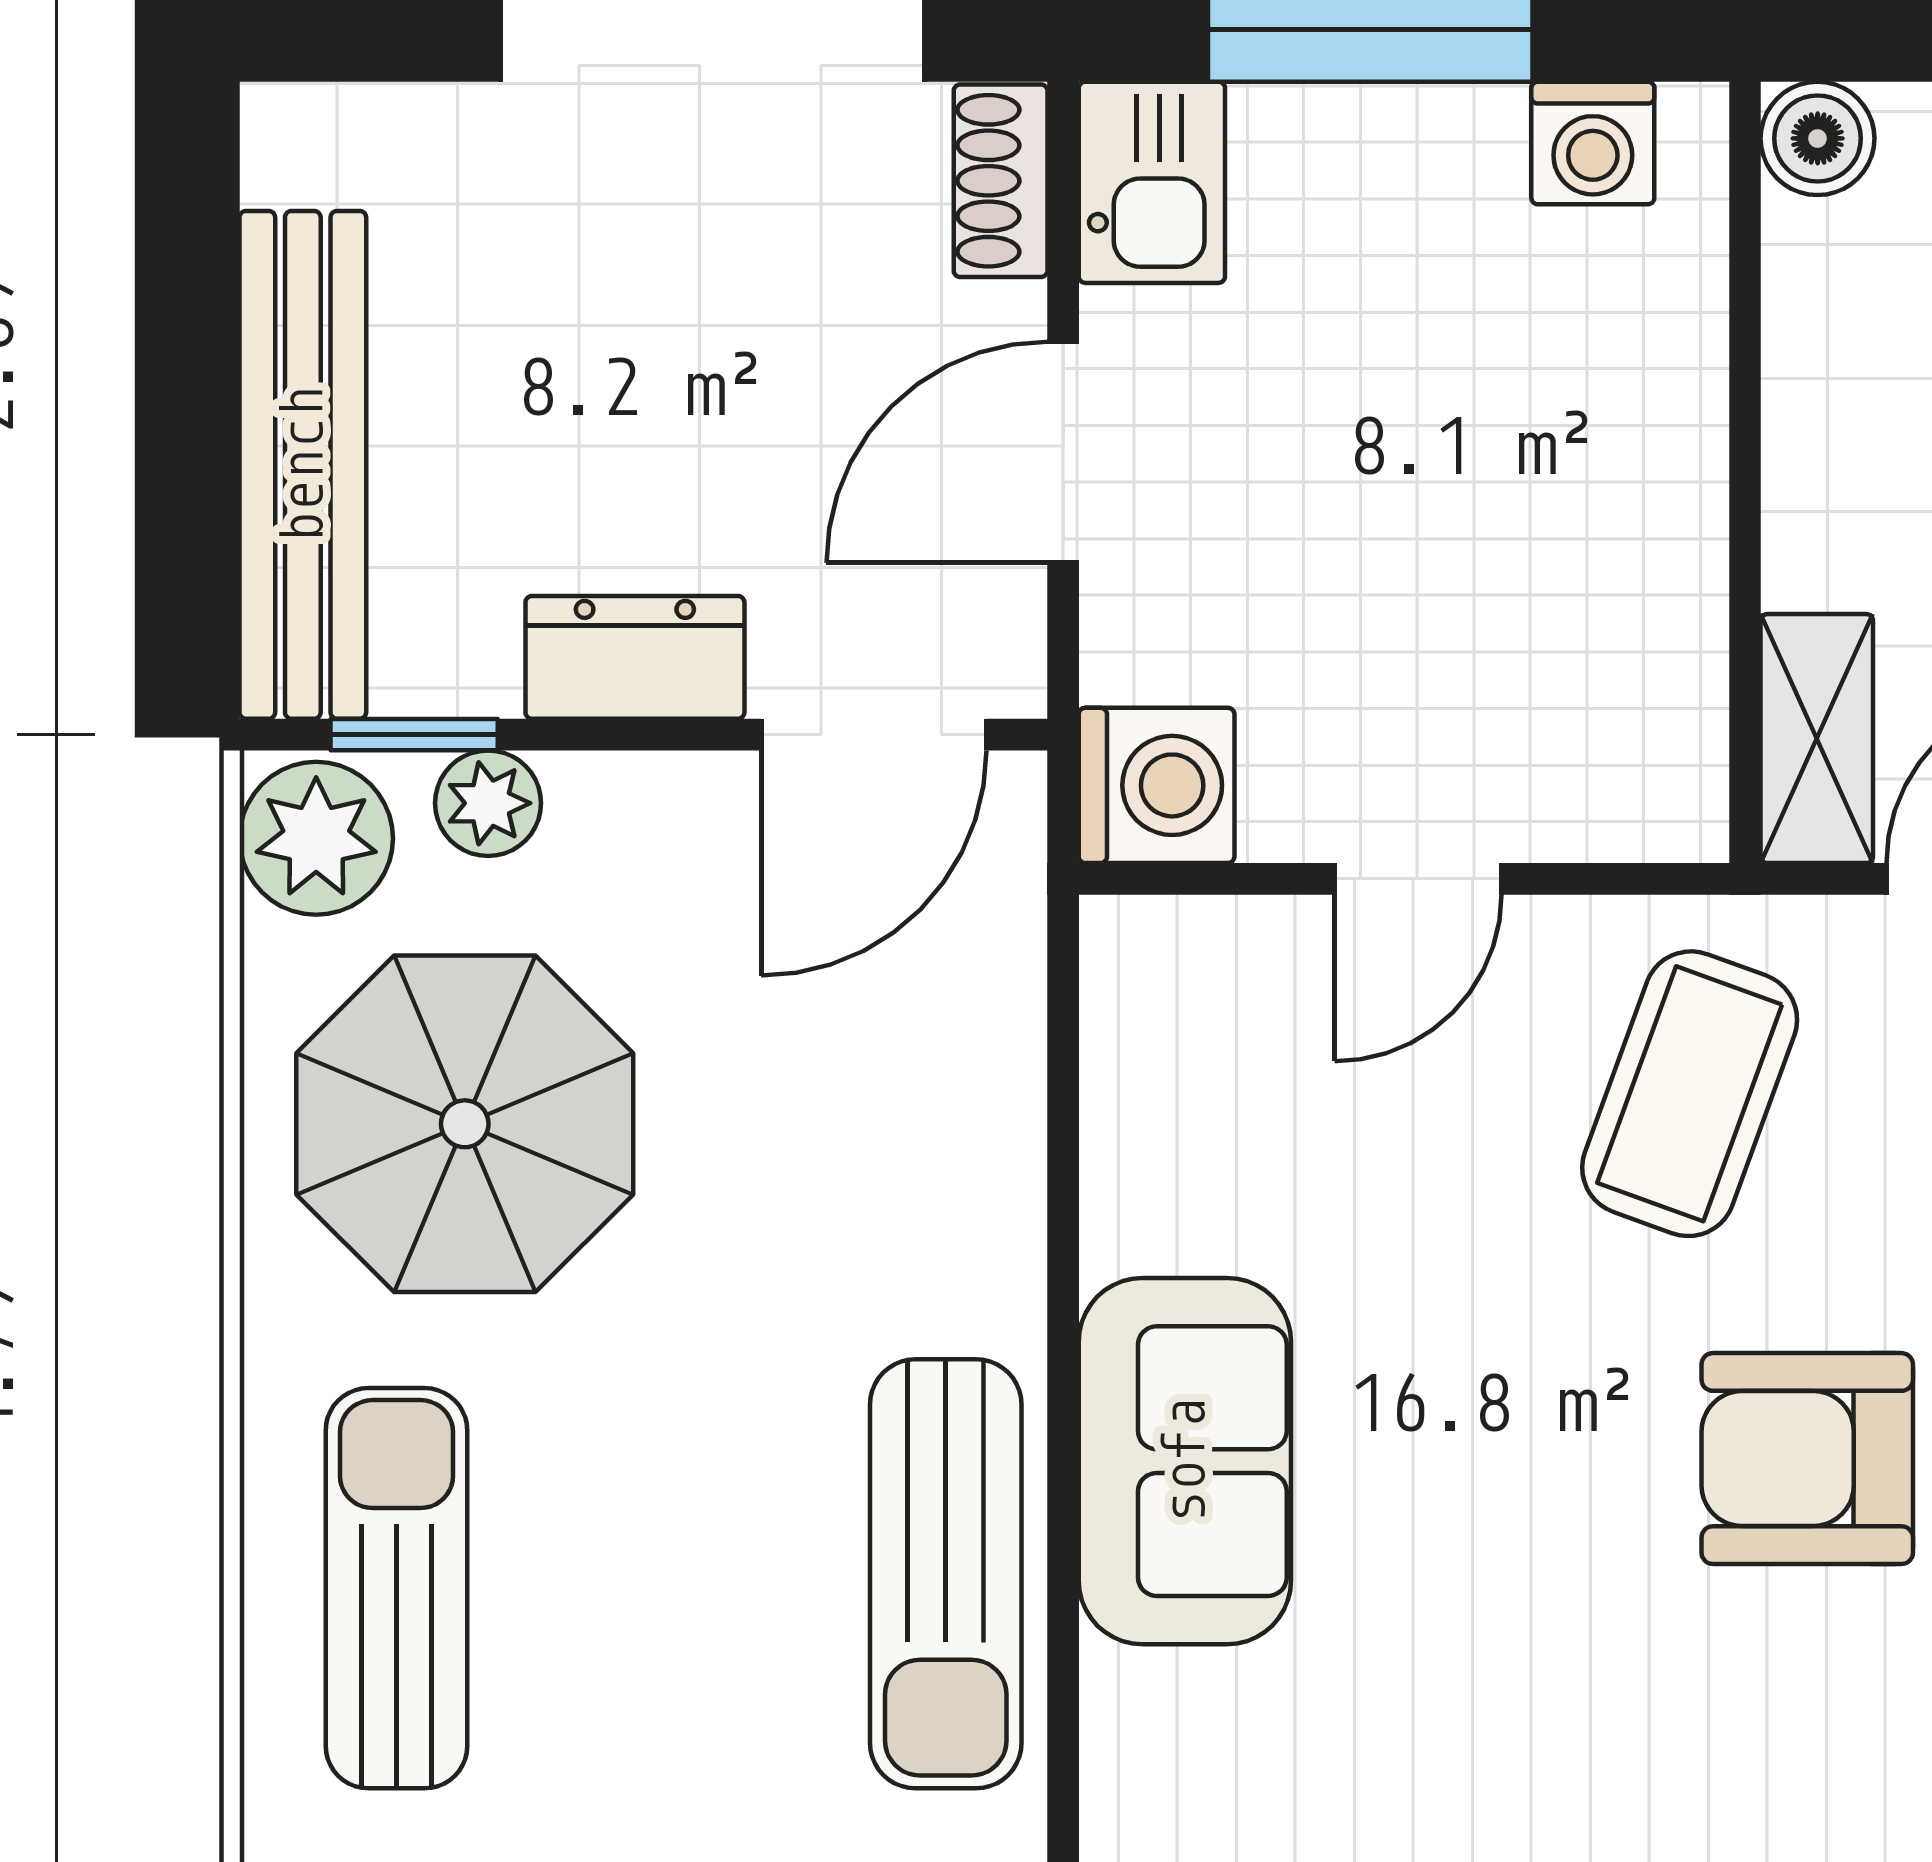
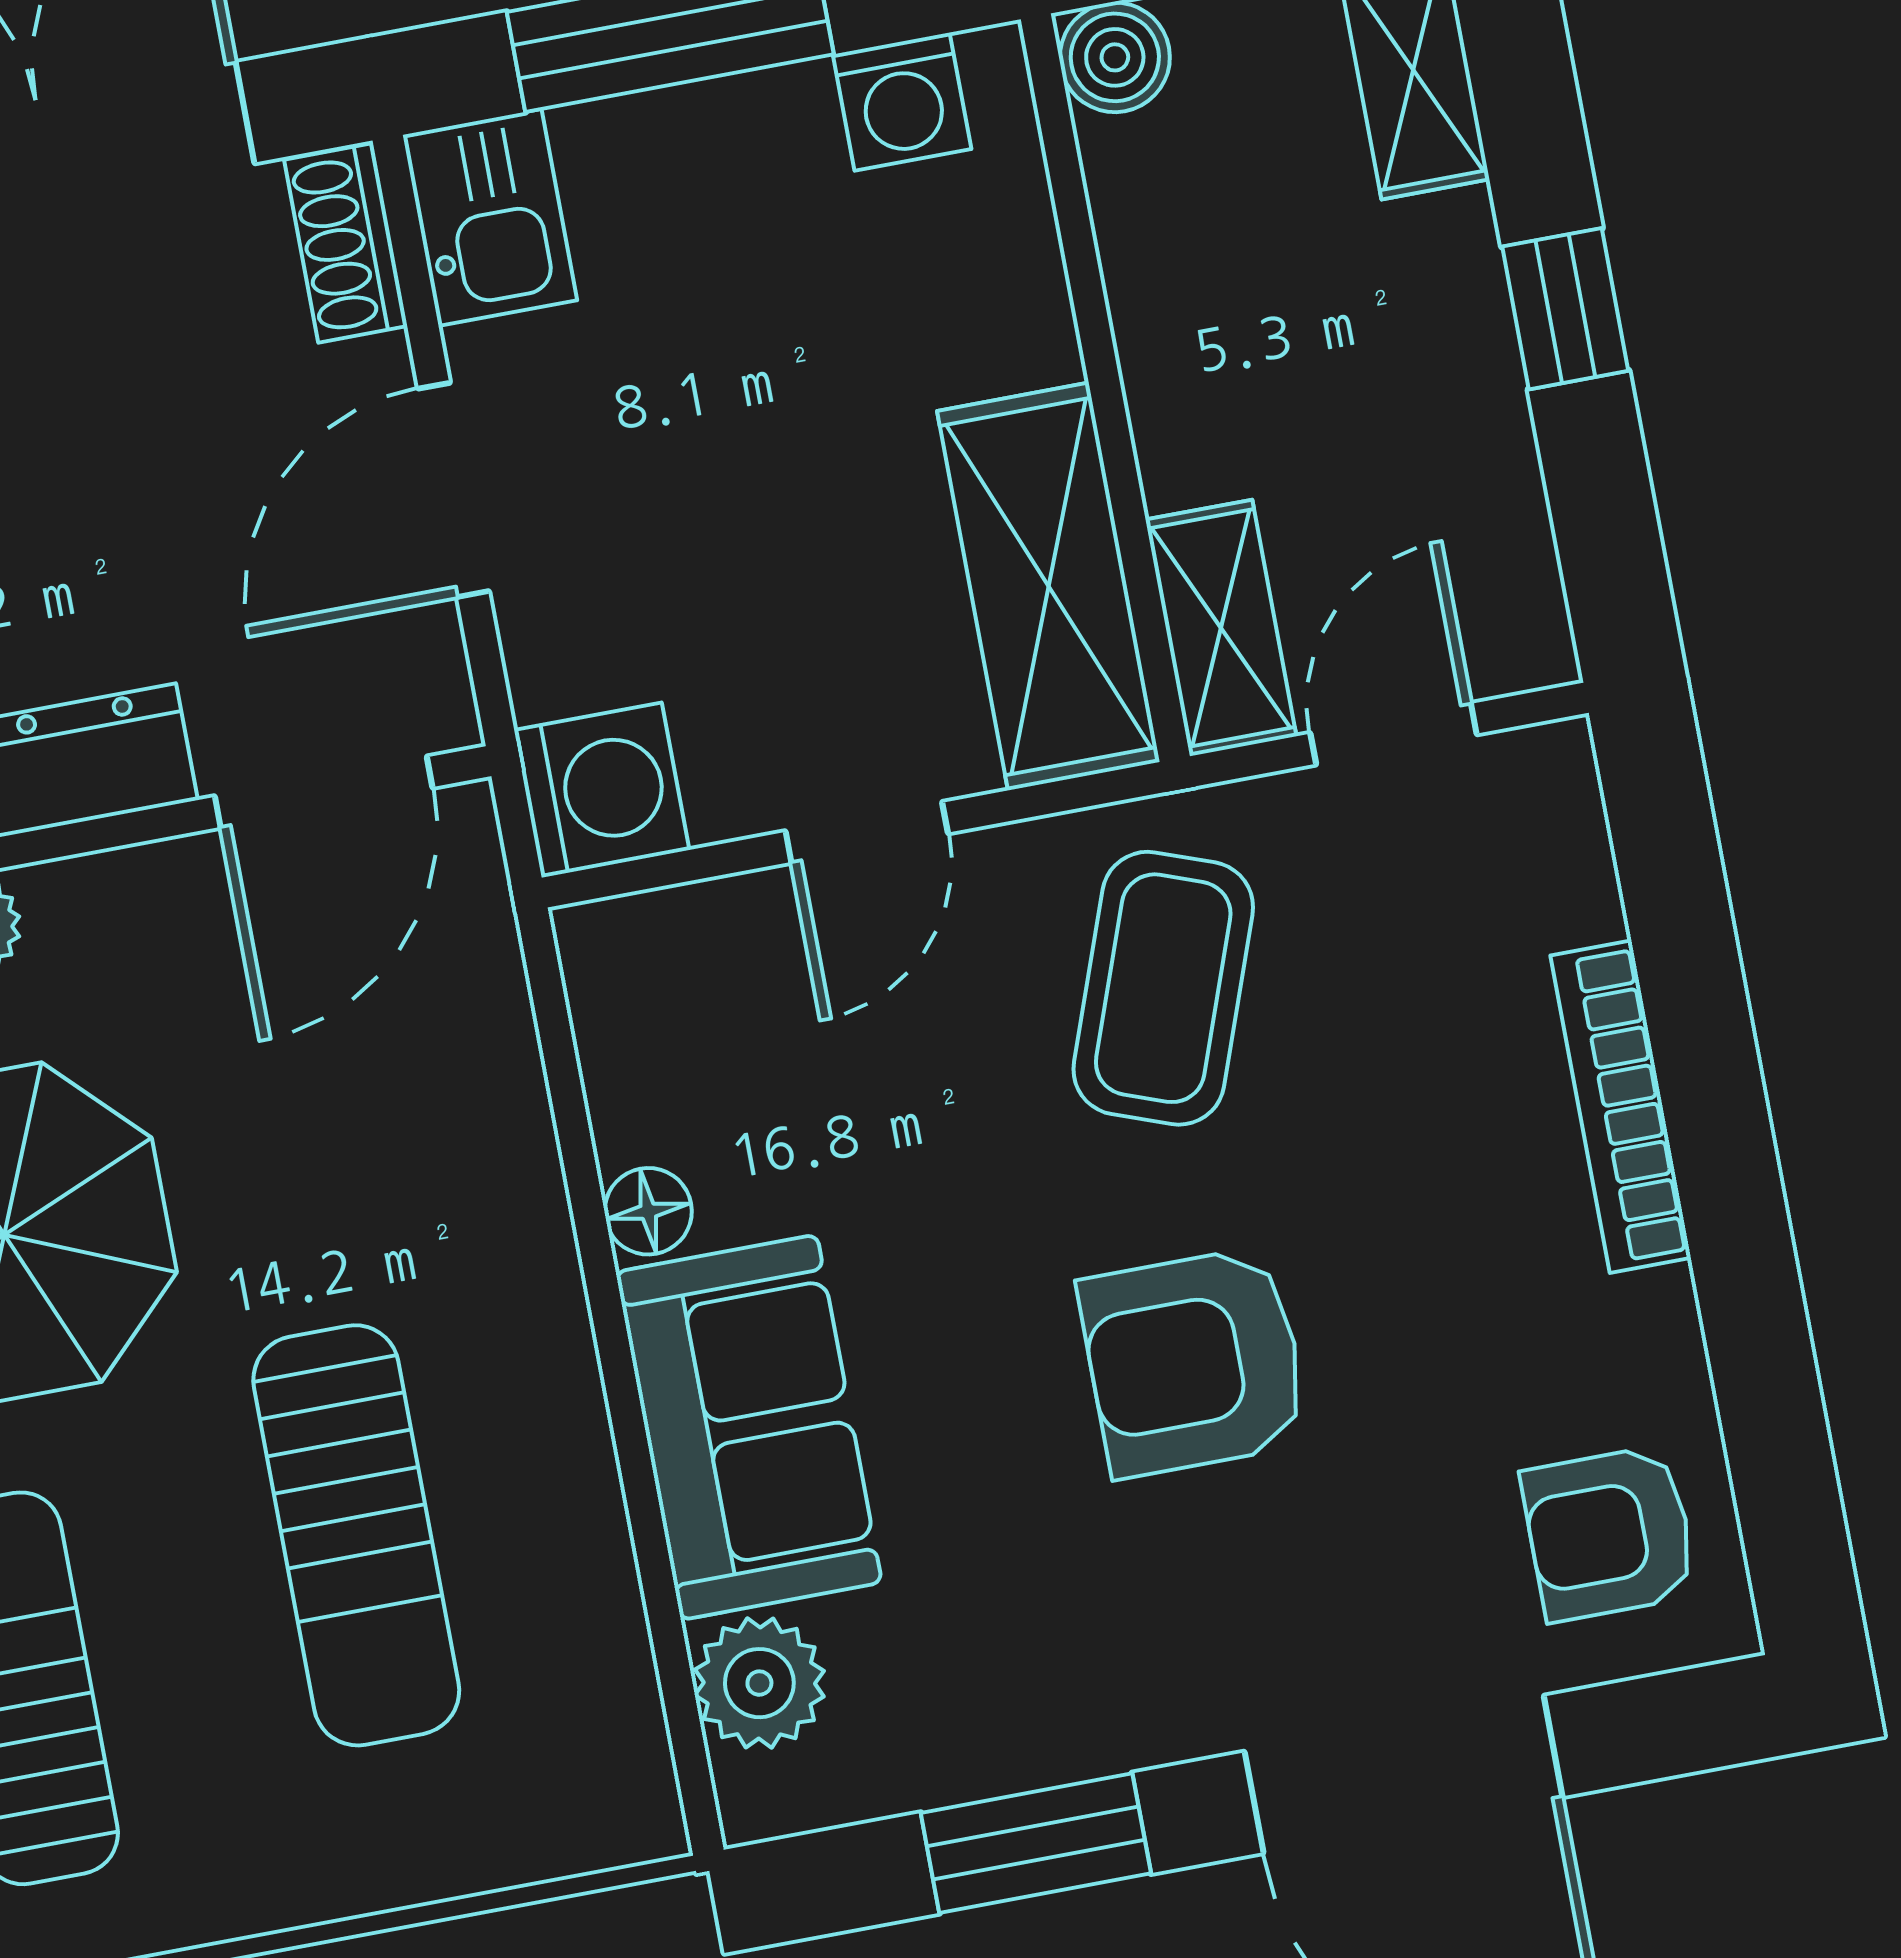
shelving: (1649, 664) -> (1048, 586), added
floor lamp: (1124, 1222) -> (648, 1211), added
armchair: (1807, 1459) -> (1194, 1362), moved
sun lounger: (946, 1574) -> (356, 1535), moved
plant: (1147, 1723) -> (759, 1683), added

